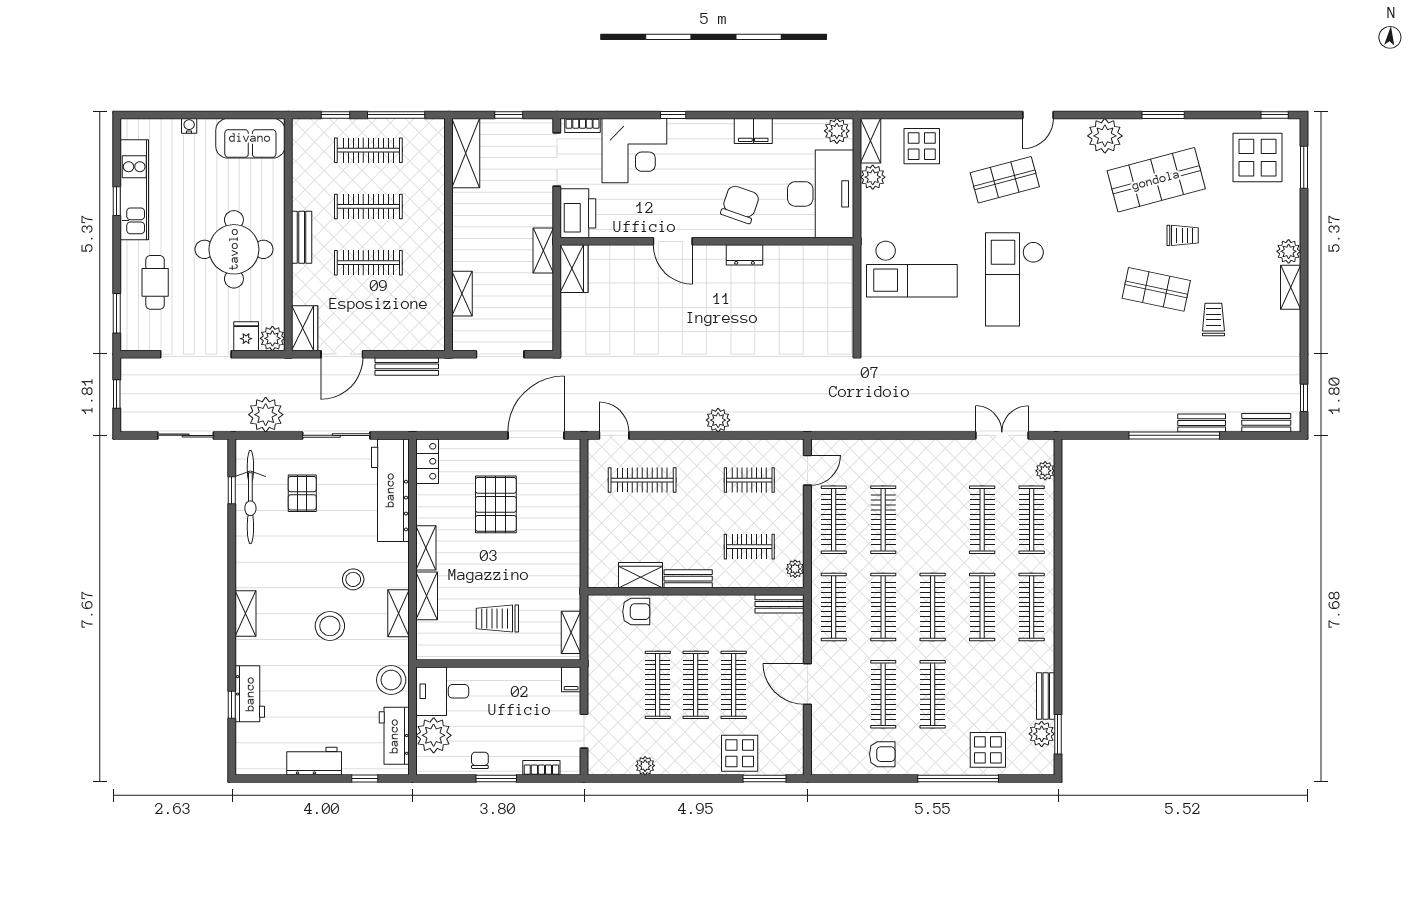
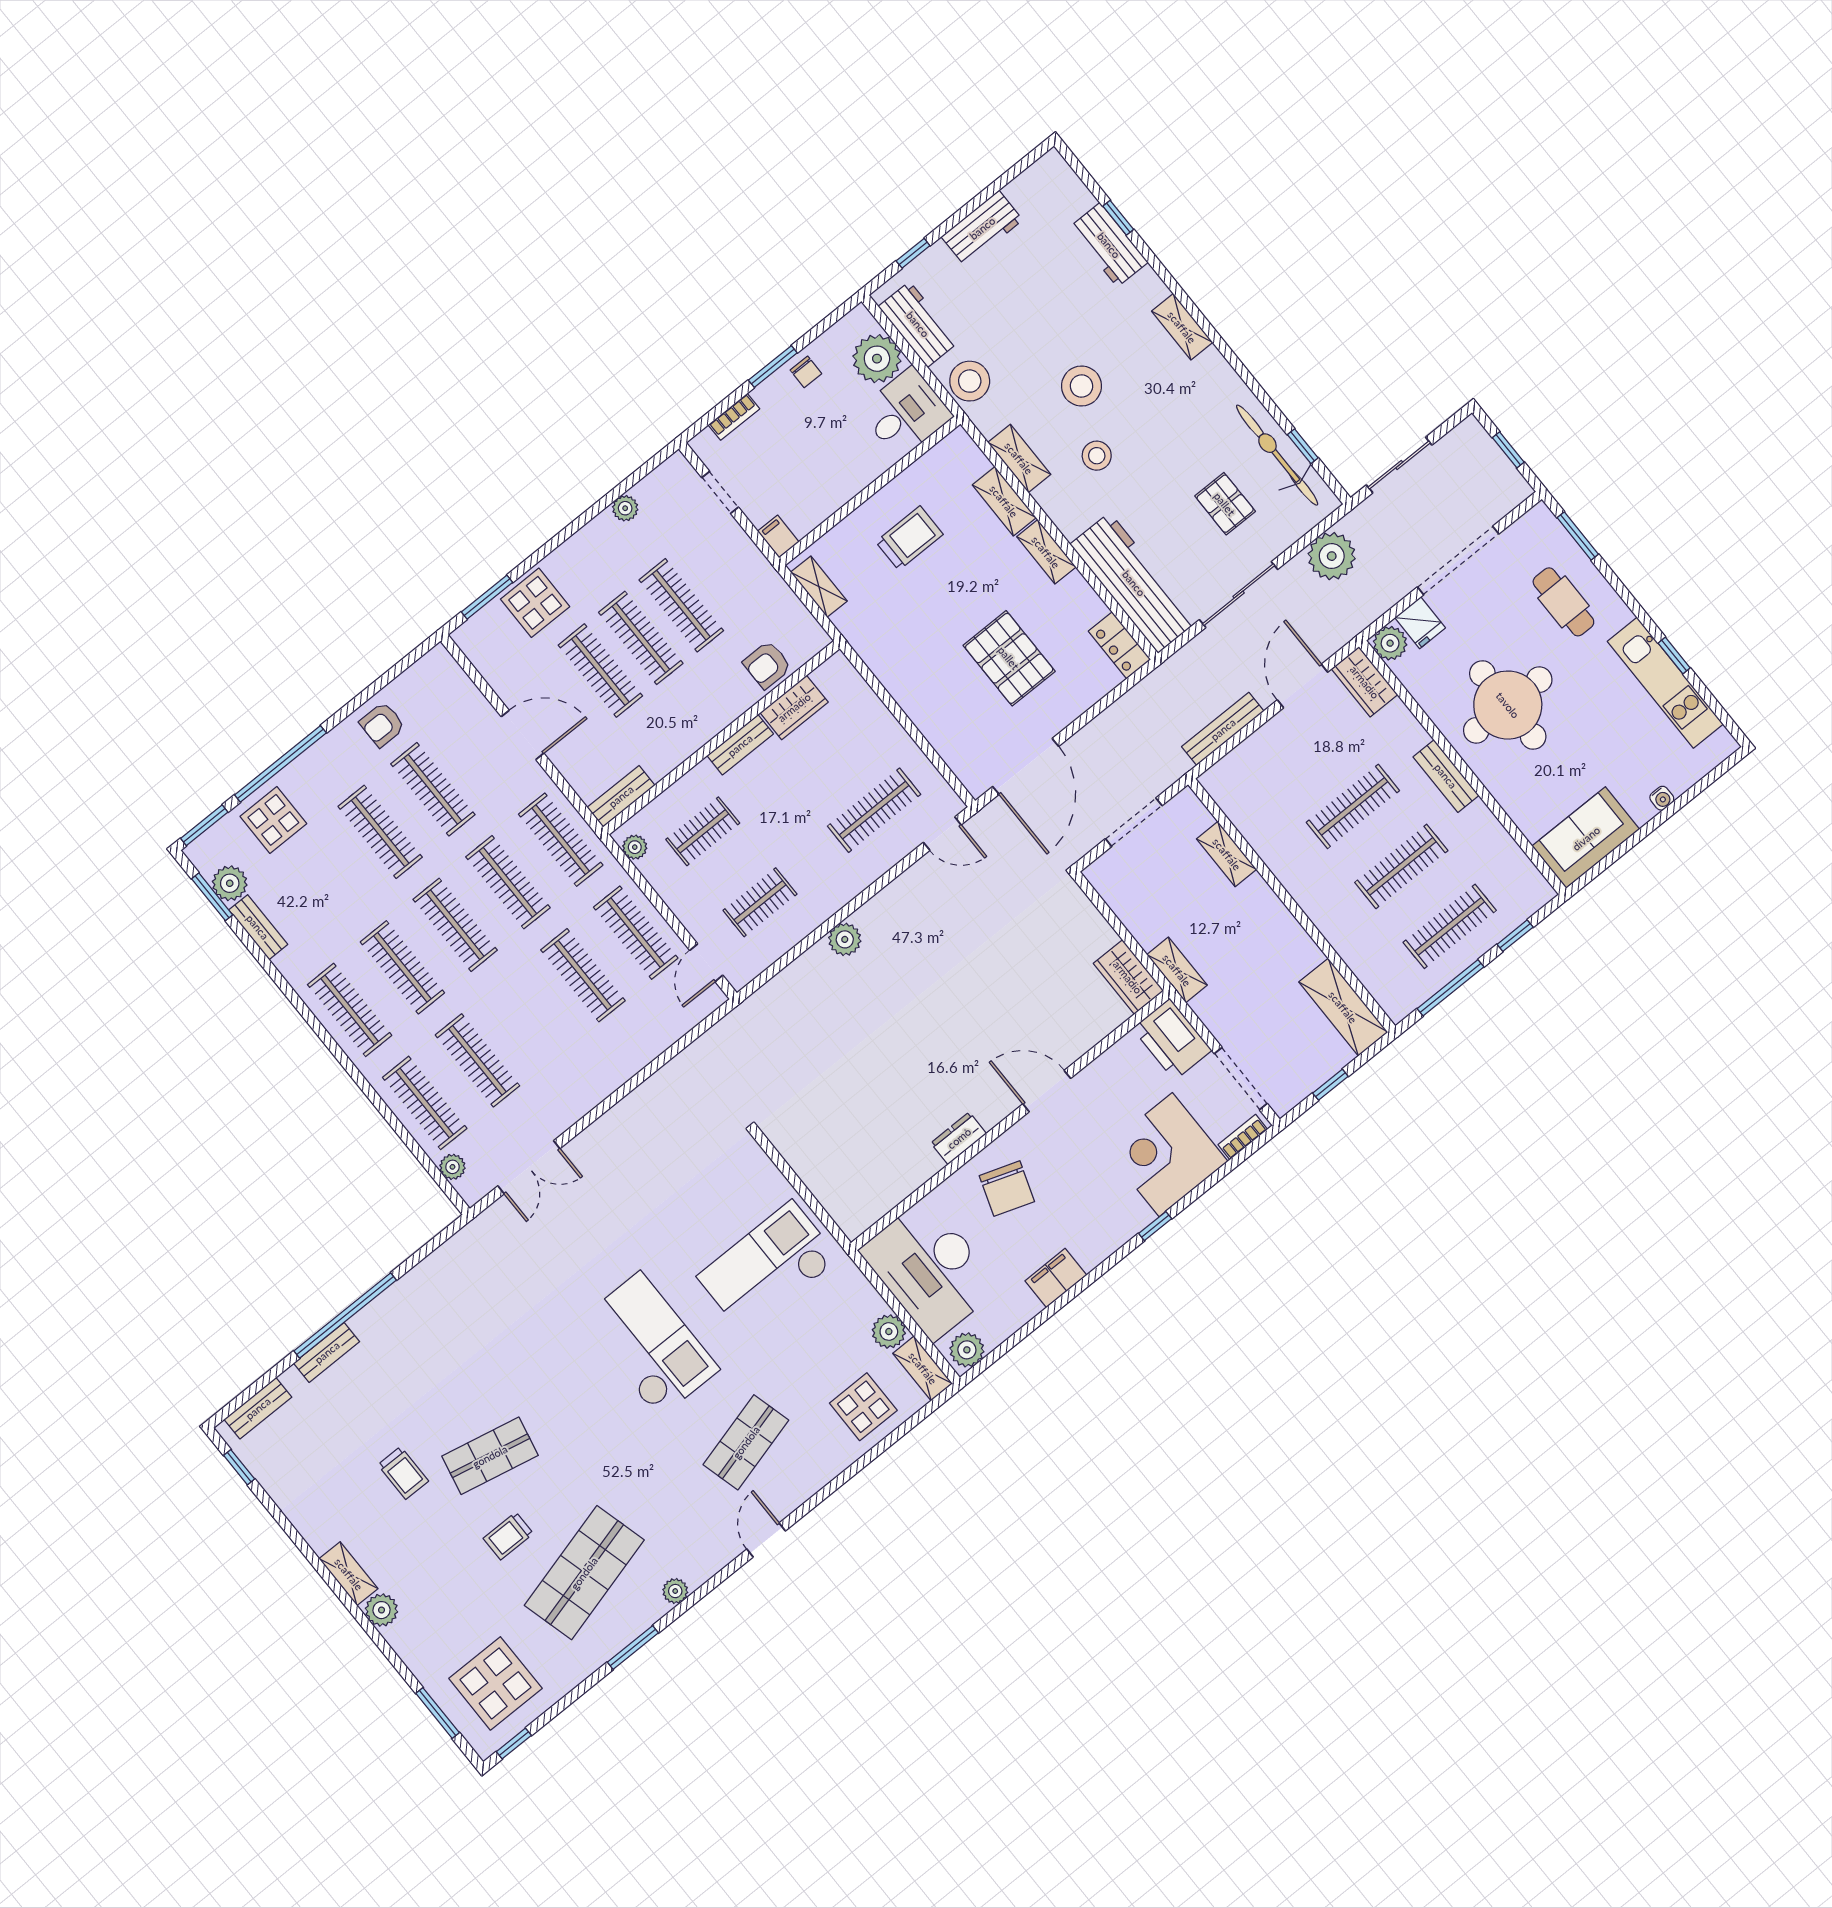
plant: (1105, 136) -> (675, 1591), width x0.53, depth x0.53
window: (1030, 779) -> (204, 825), added

